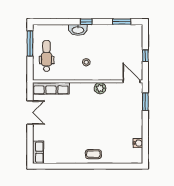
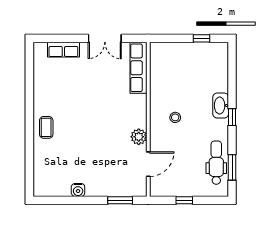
window: (30, 43) -> (201, 38), width x0.46
dental chair: (47, 56) -> (216, 163), moved, turned -90
door: (132, 81) -> (148, 164), moved
water cooler: (138, 143) -> (78, 190), moved
row of seats: (38, 152) -> (63, 50), moved

